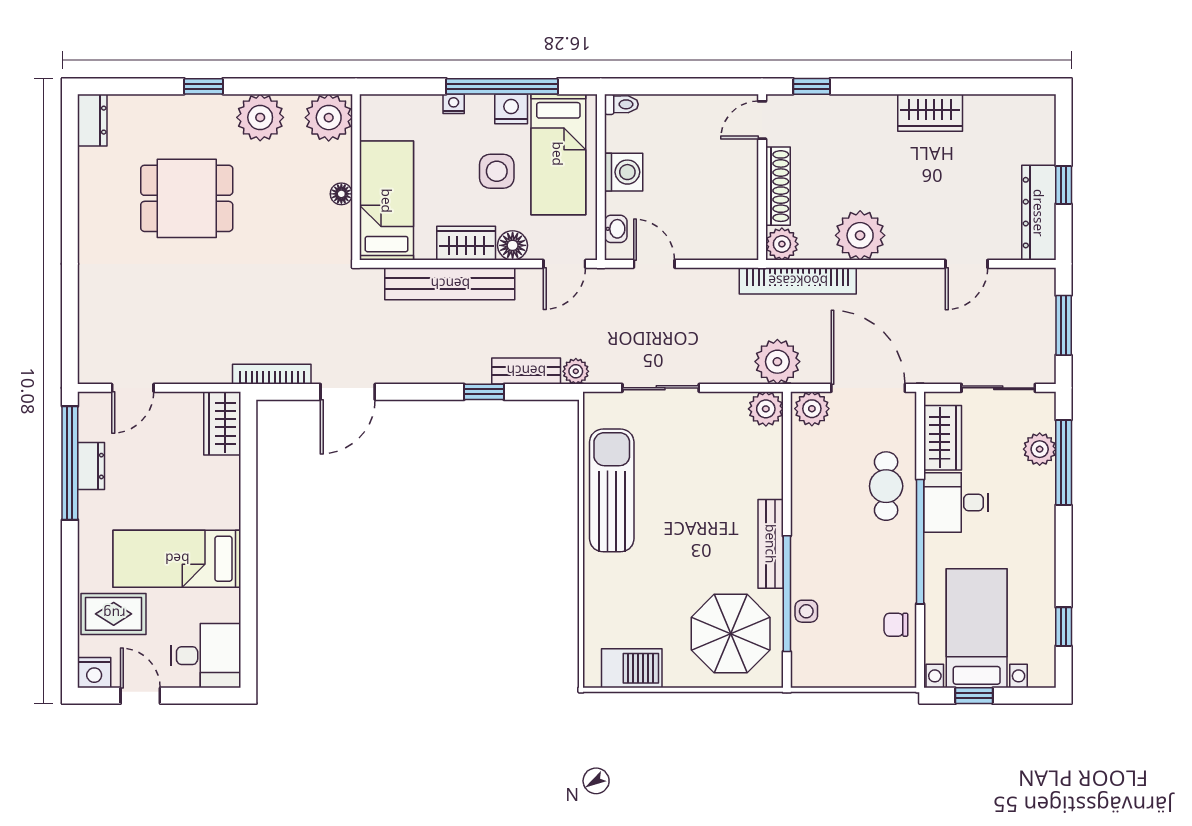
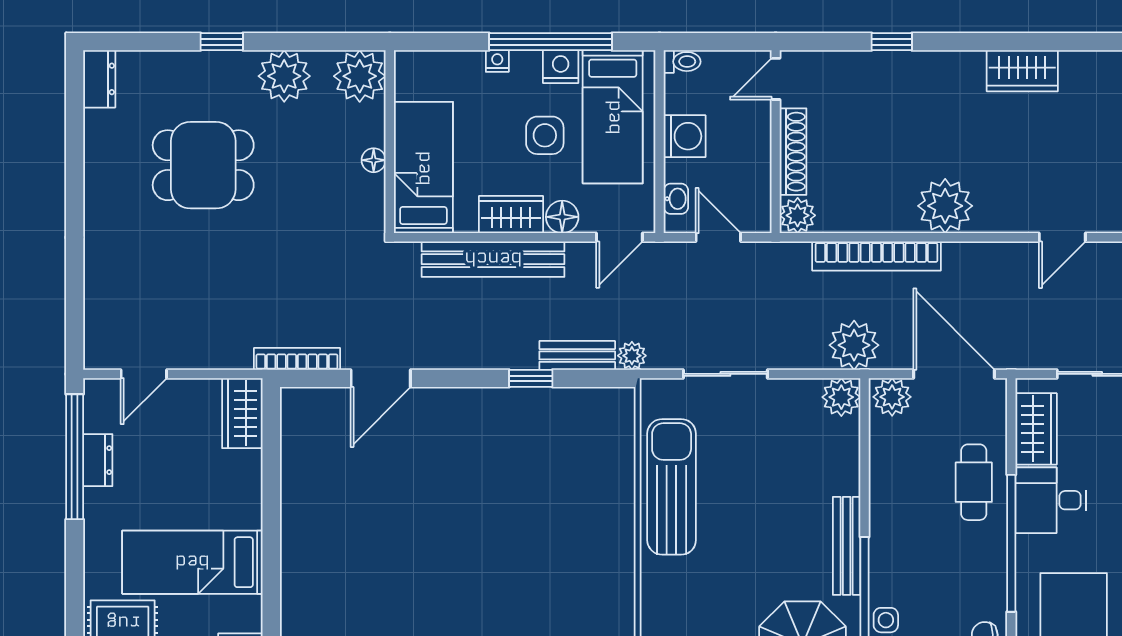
door: (762, 120) -> (776, 79), moved
wall: (762, 177) -> (776, 142), moved
shoe rack: (778, 186) -> (793, 152), moved
plant: (782, 244) -> (798, 215), moved

